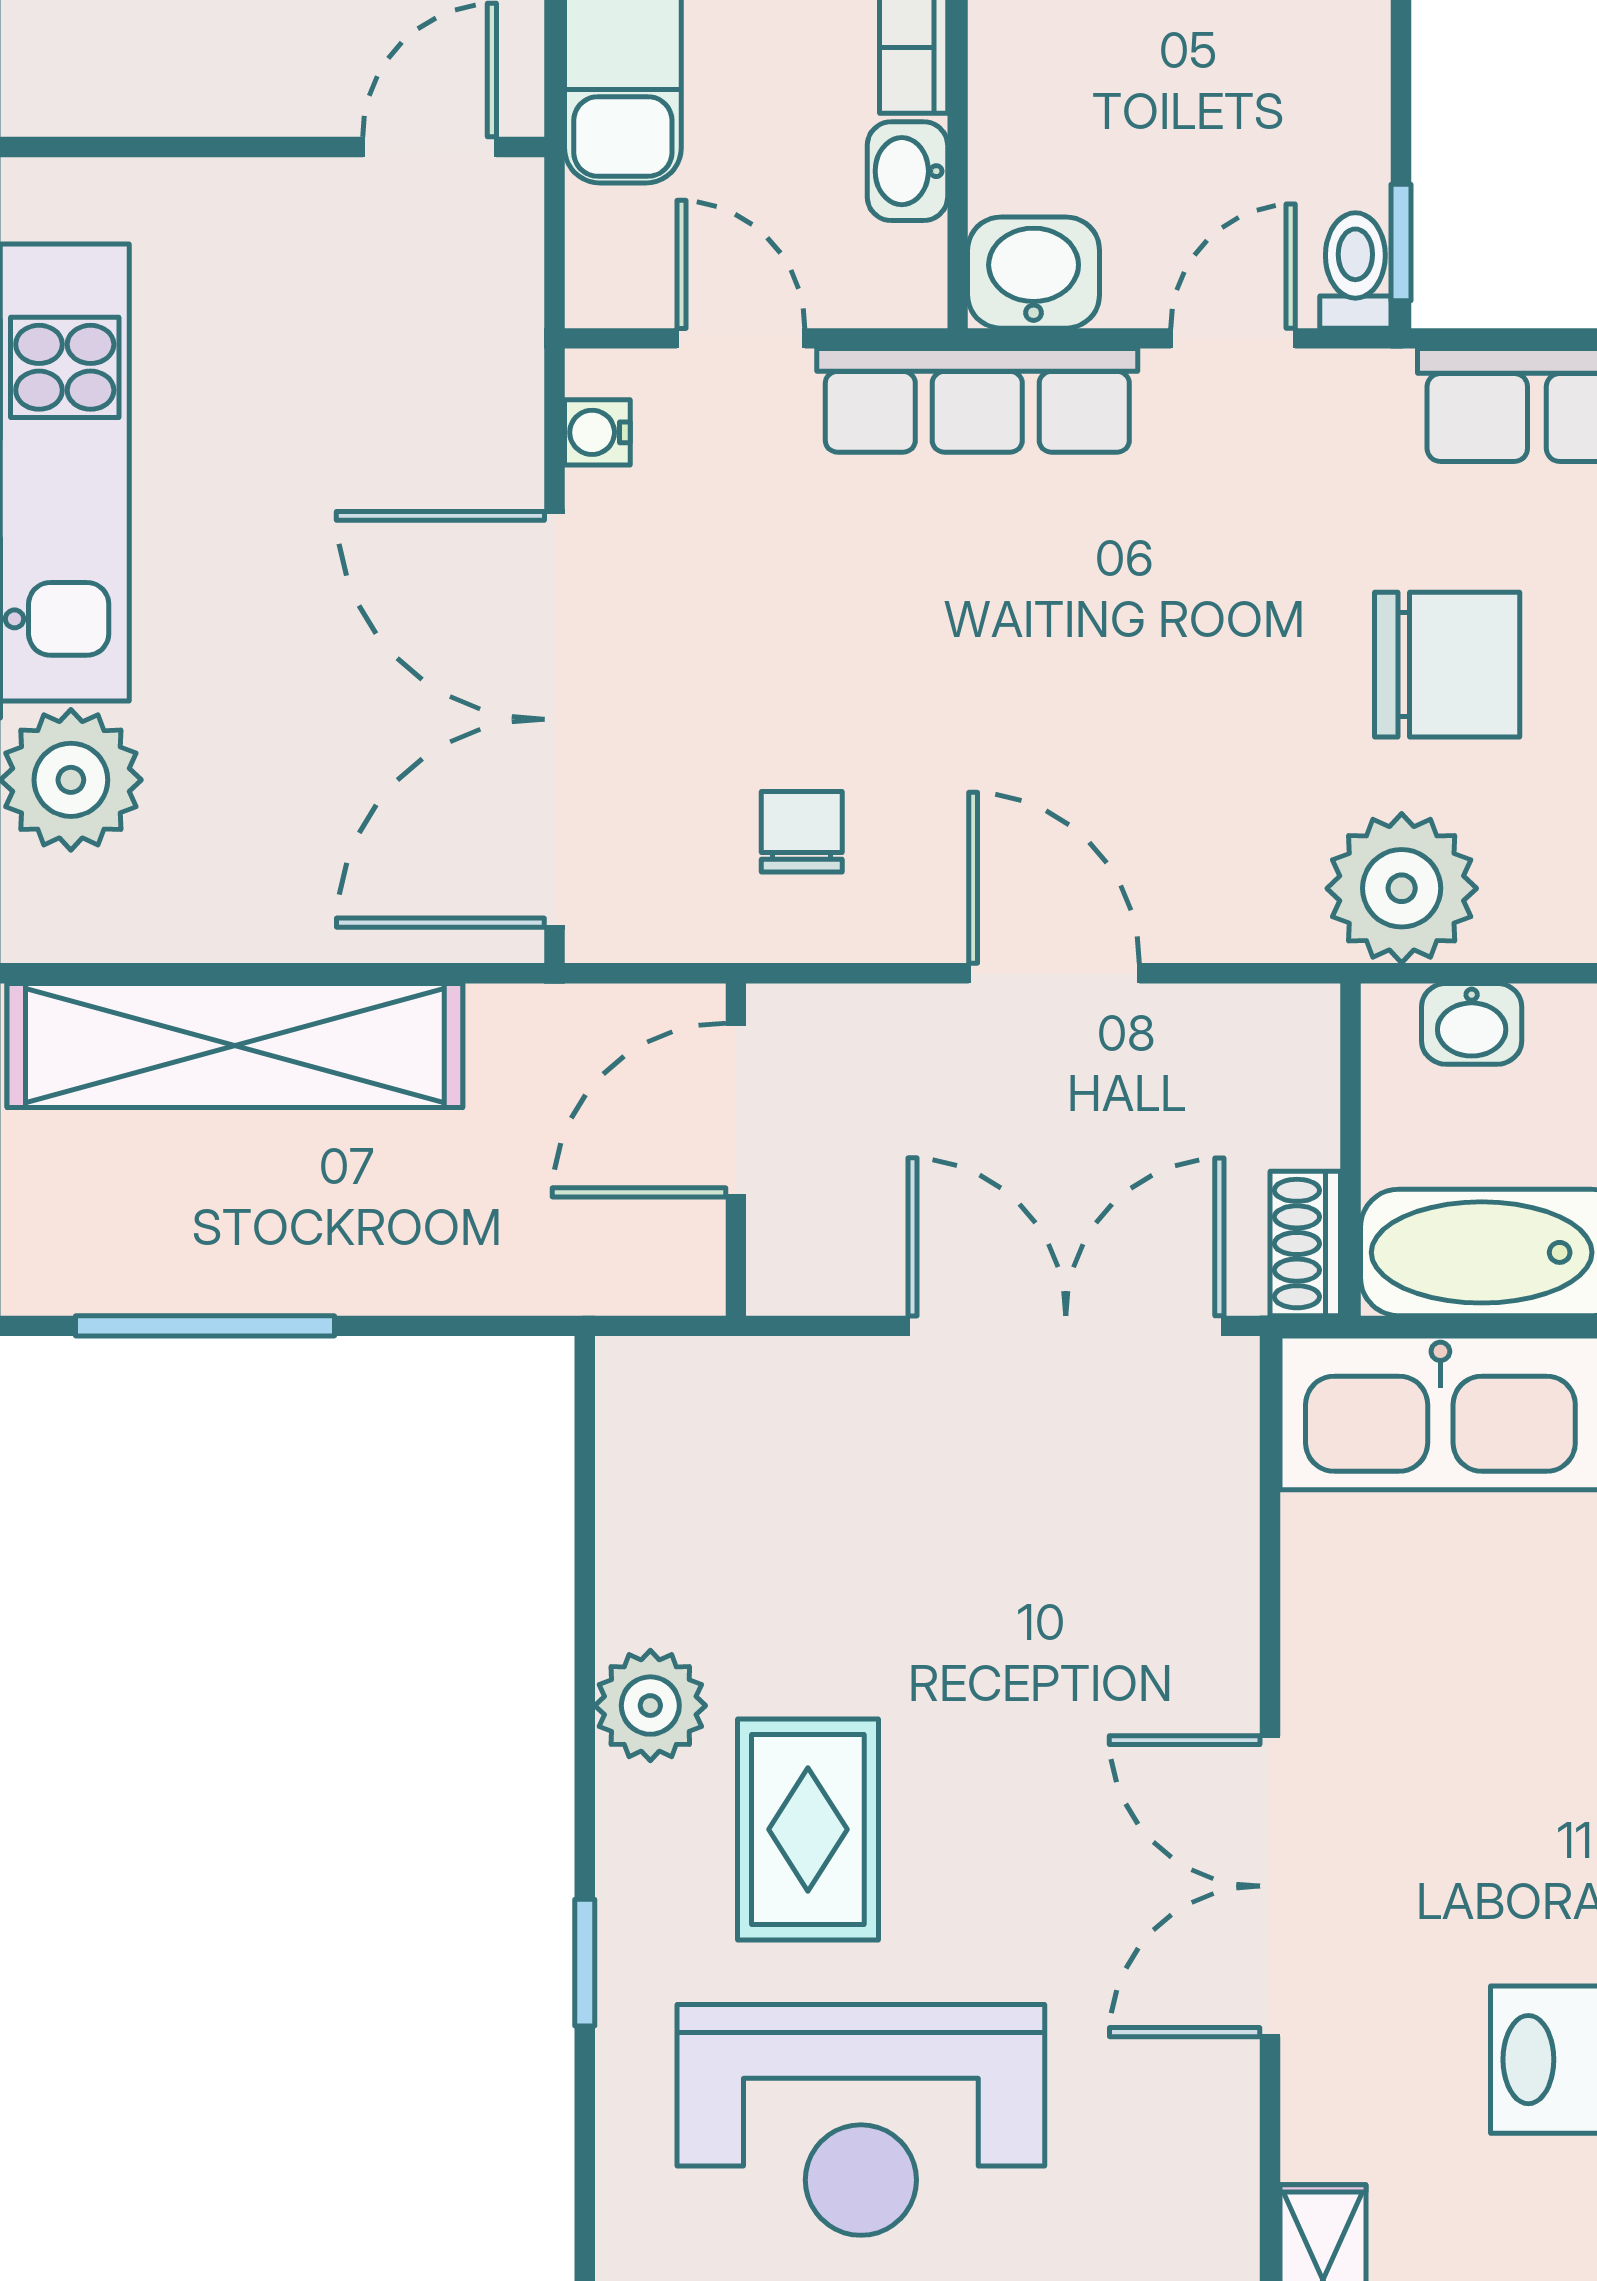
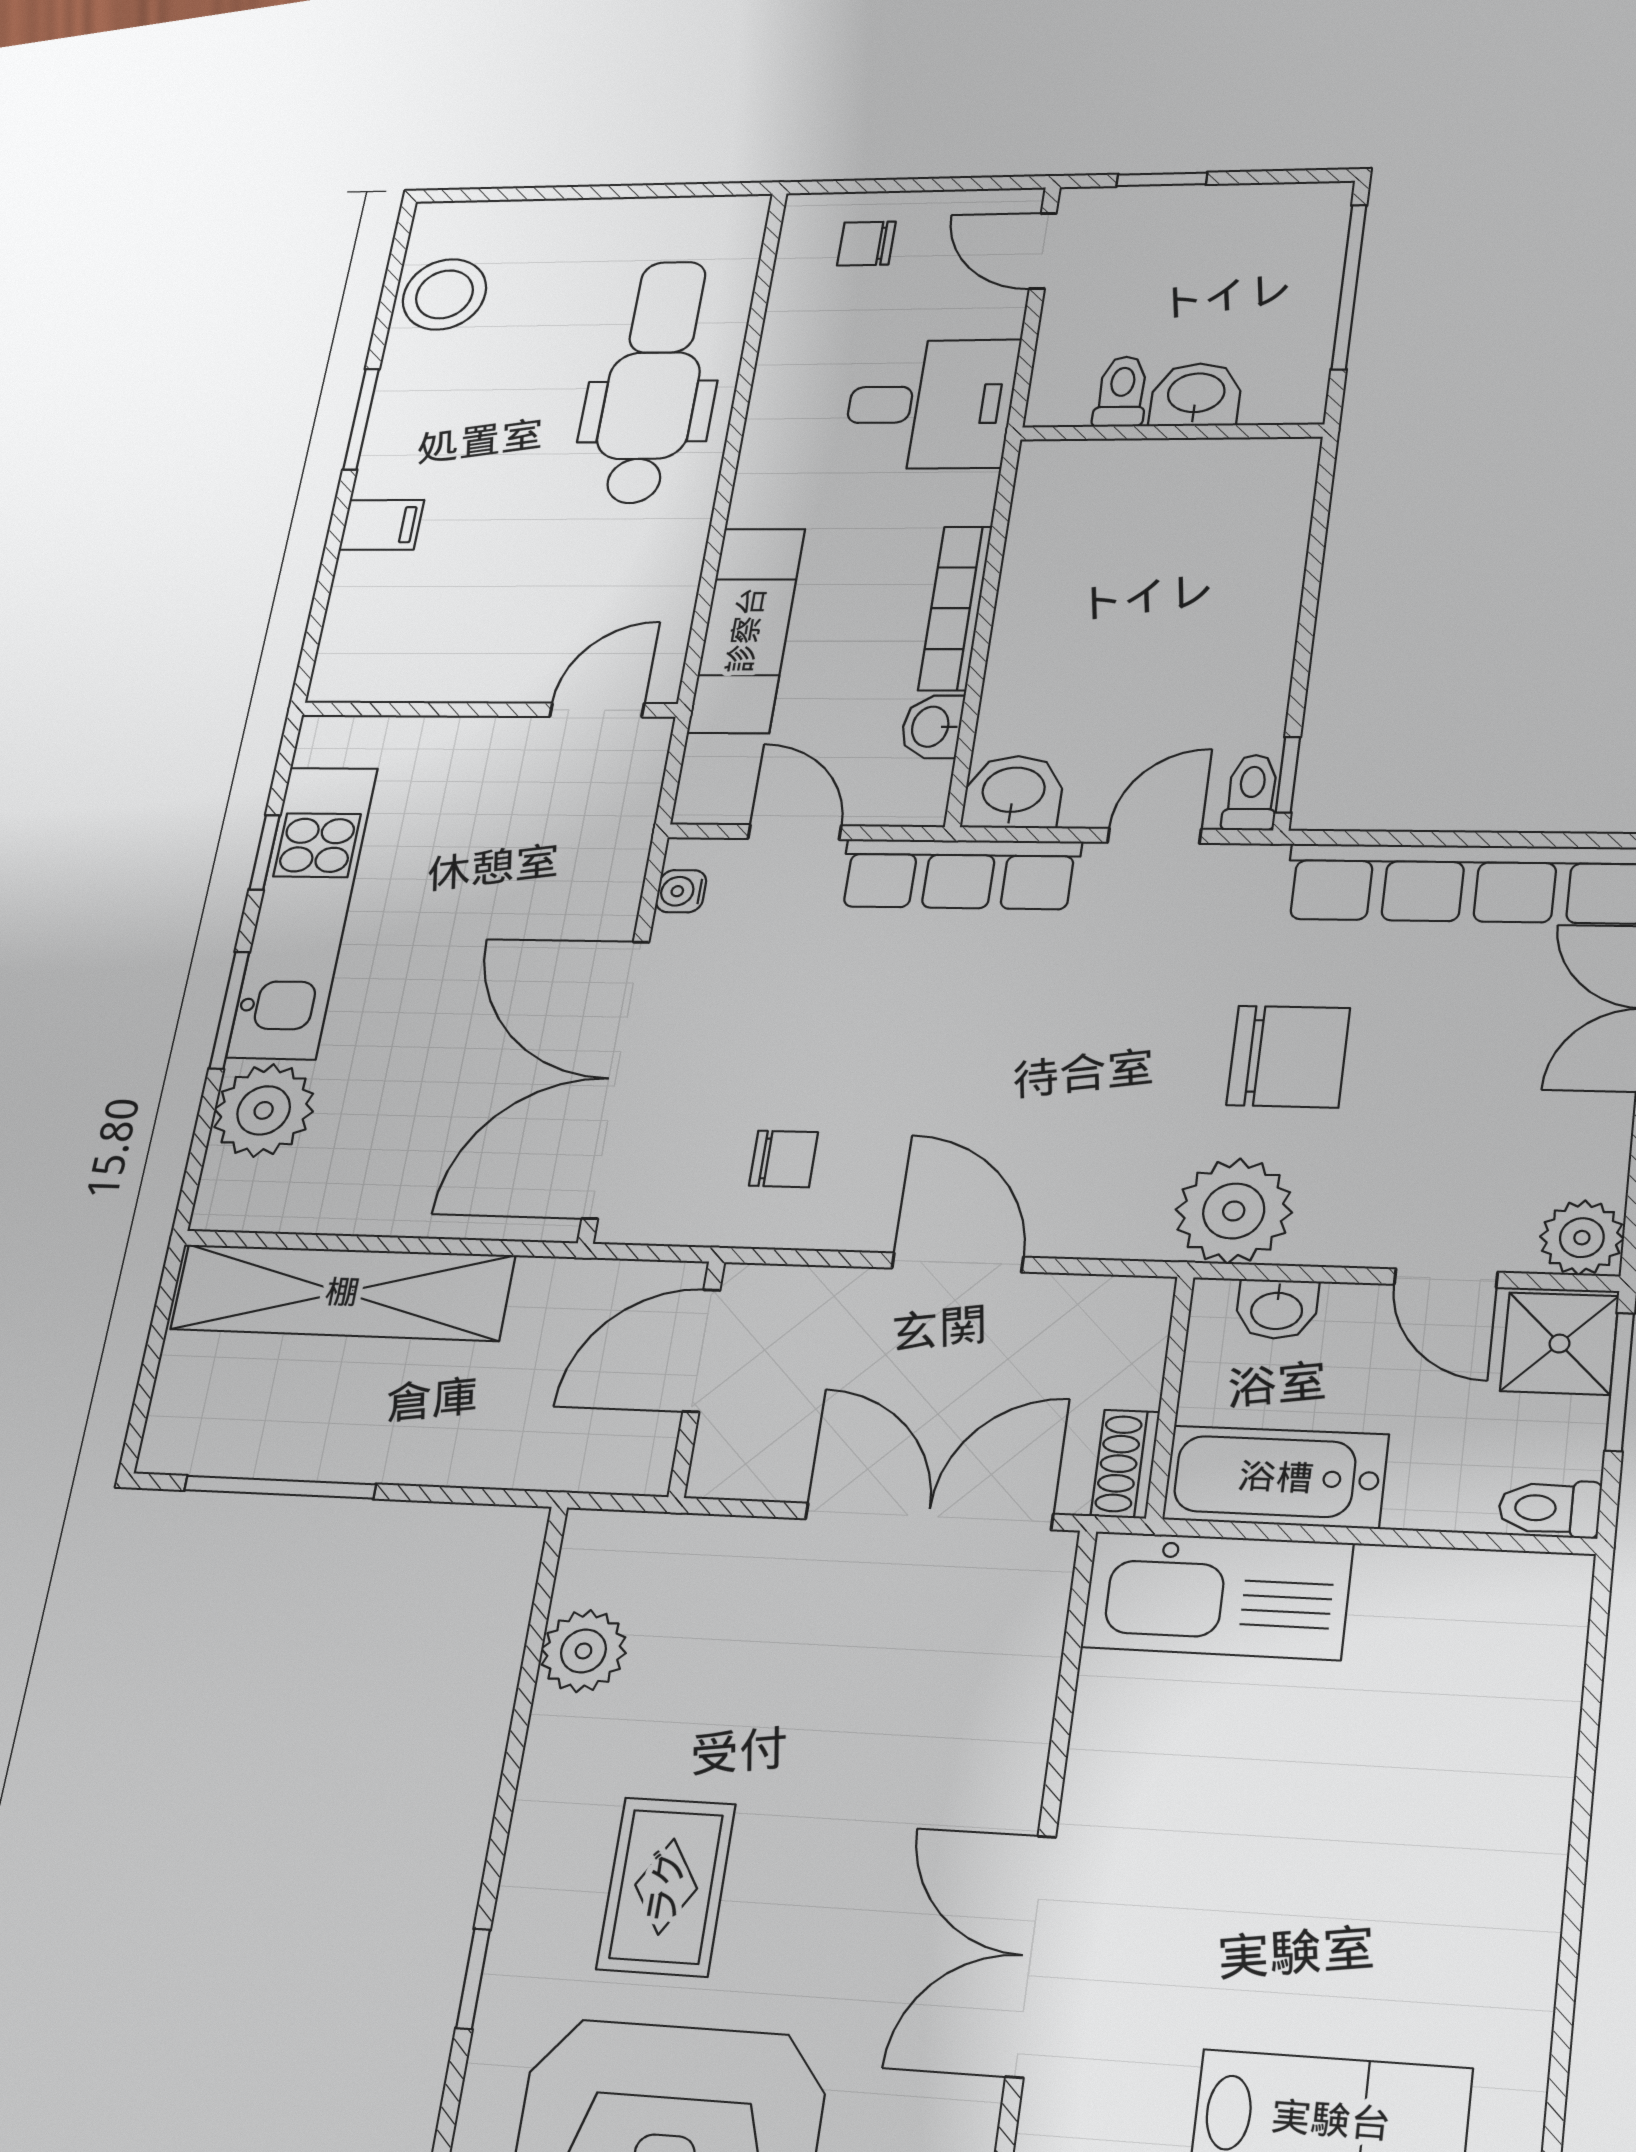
chair: (802, 832) -> (784, 1159), turned 90
plant: (650, 1706) -> (583, 1651), moved

